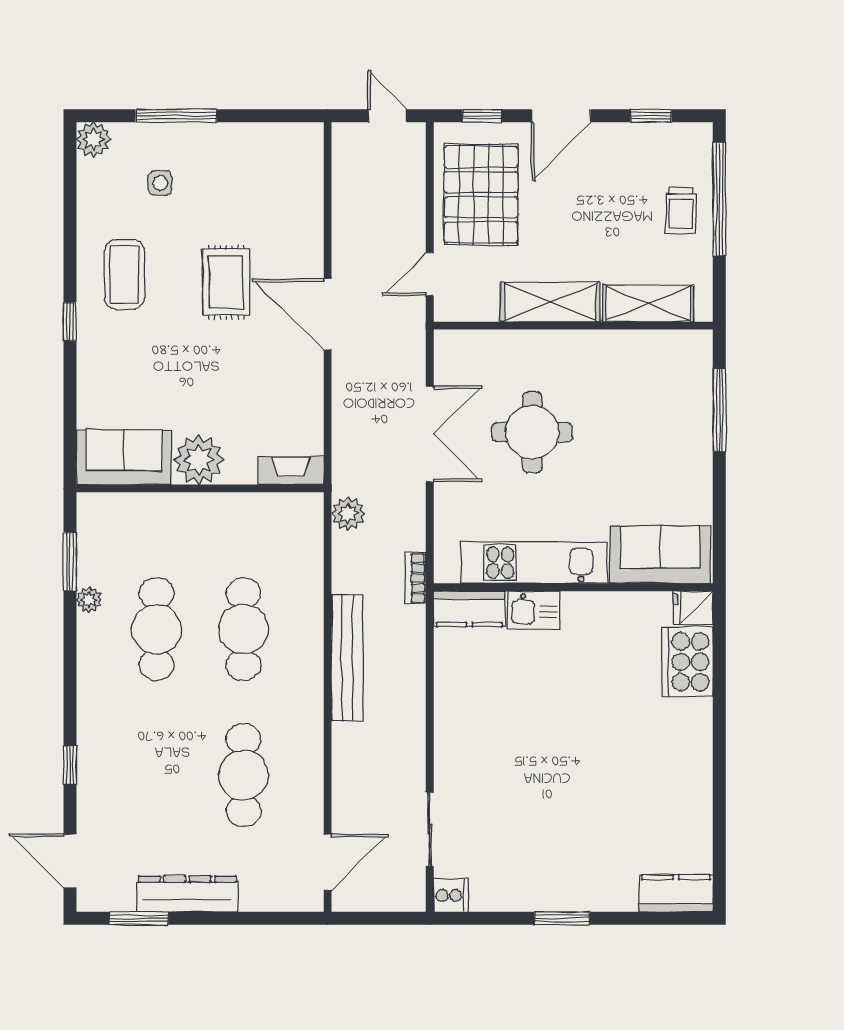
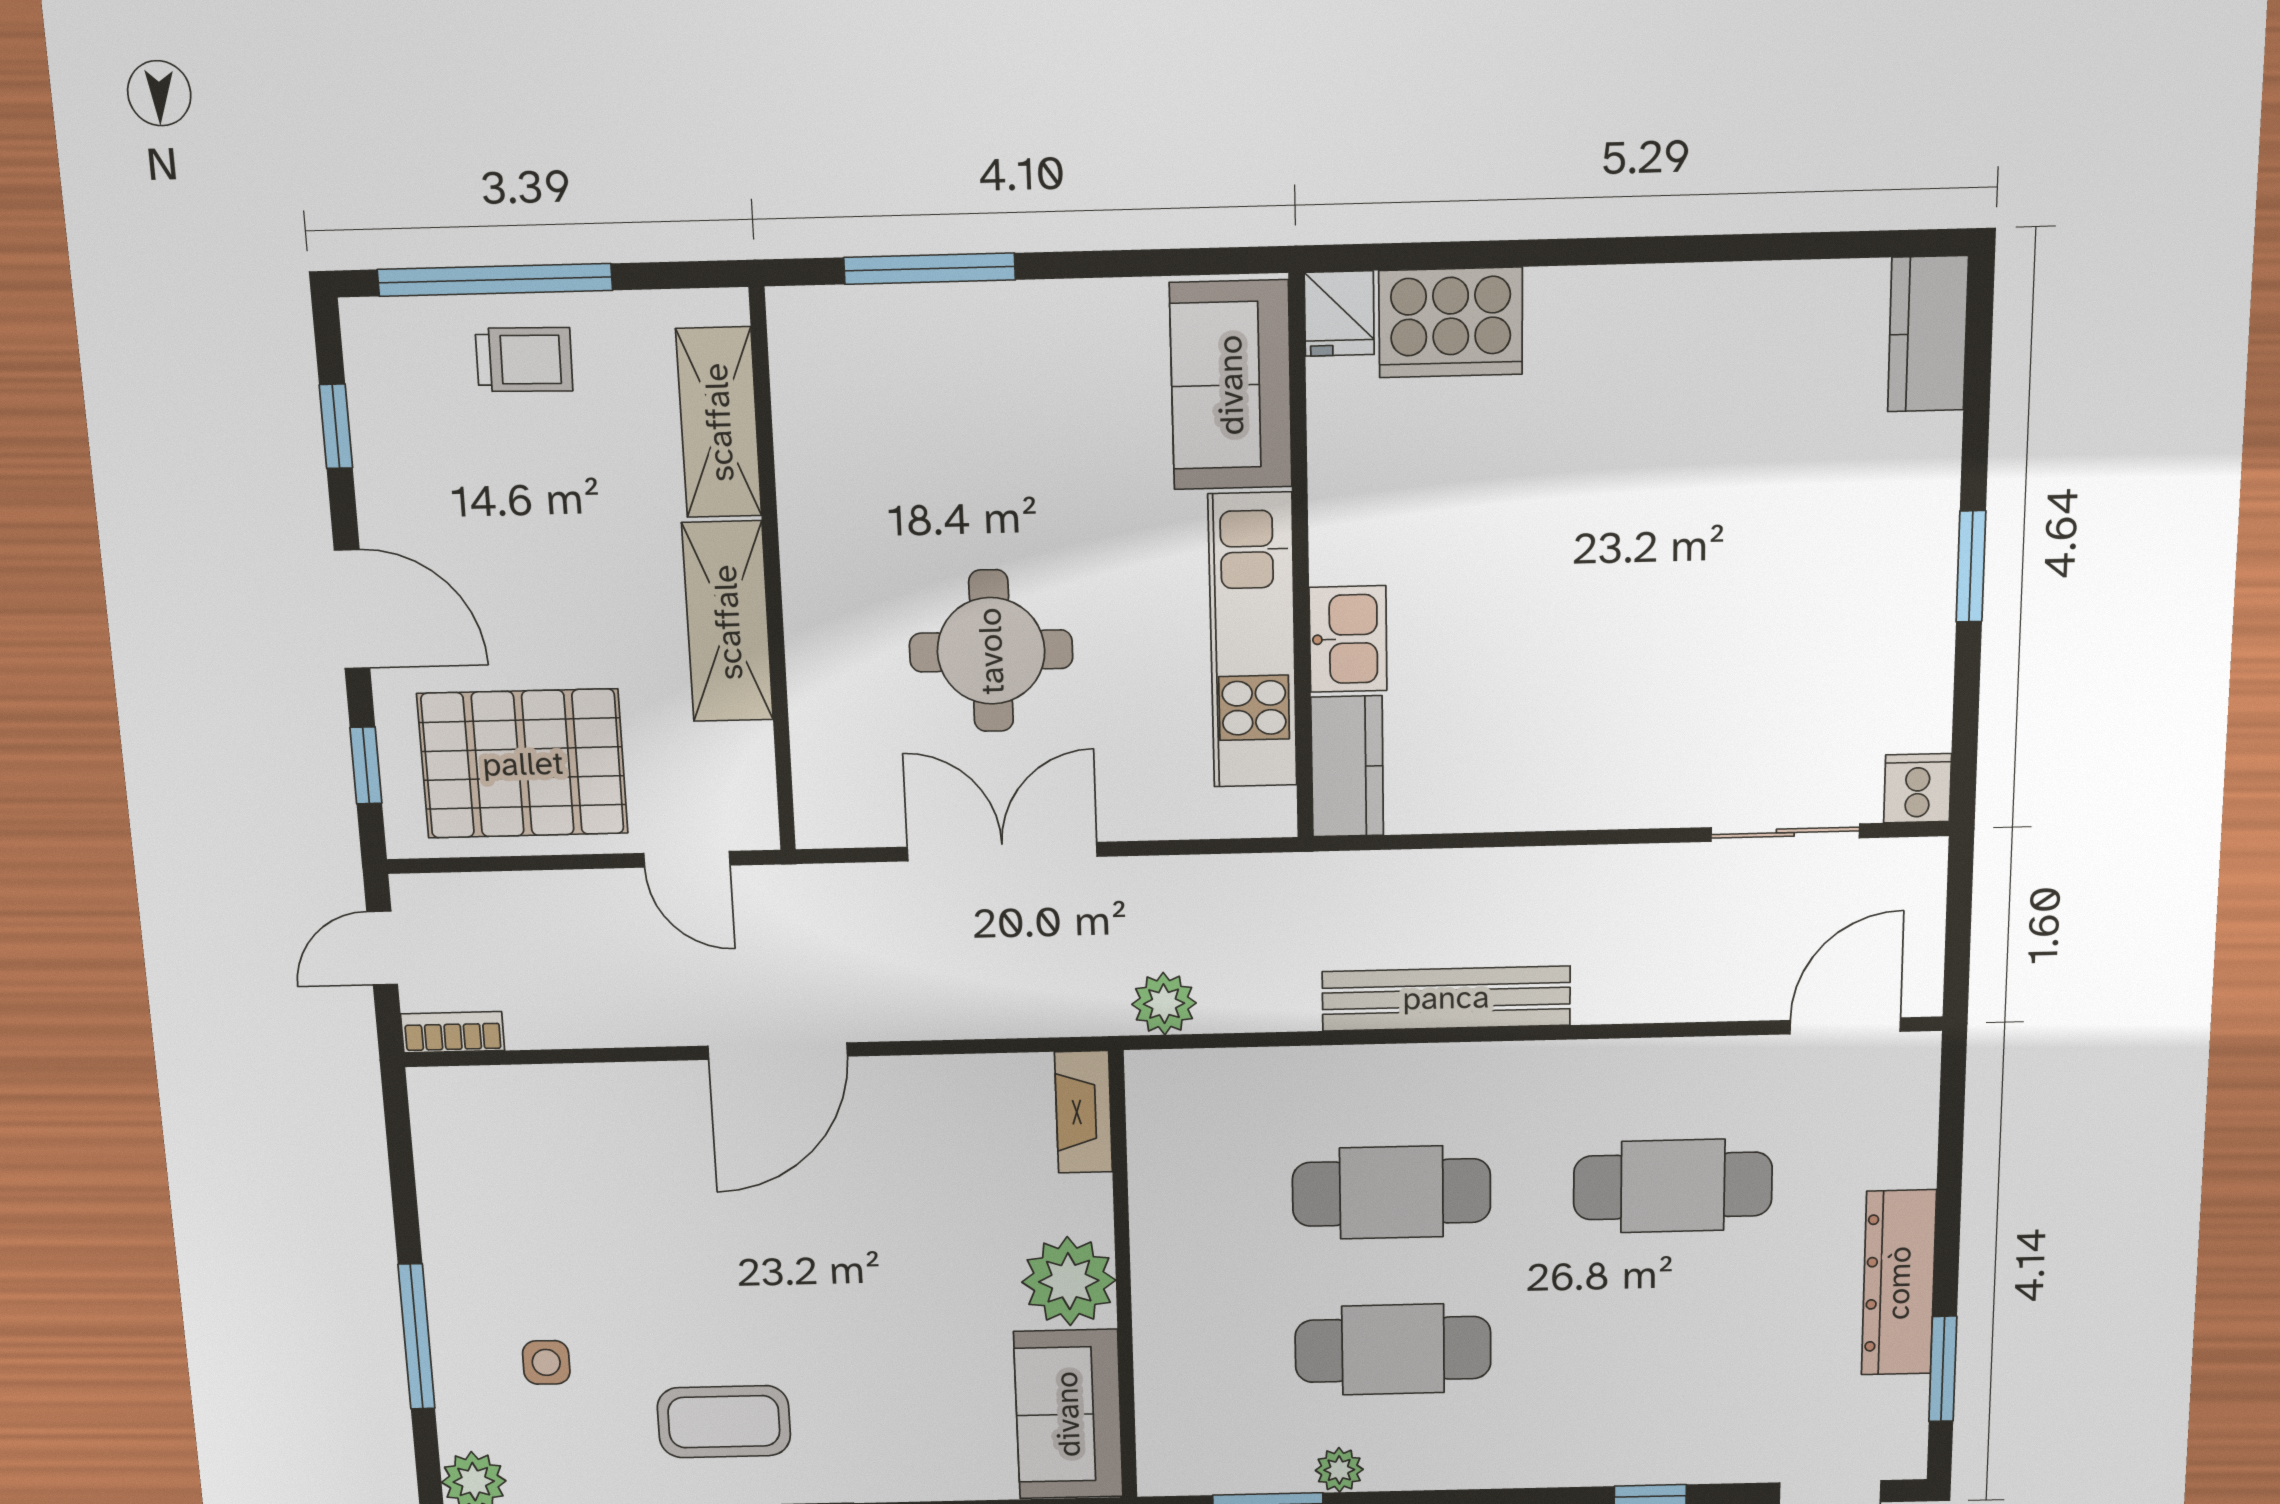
rug: (226, 282) -> (727, 1239), removed
bookcase: (415, 578) -> (453, 1032), moved, turned 180
door: (328, 862) -> (1845, 1026), hinge flipped

